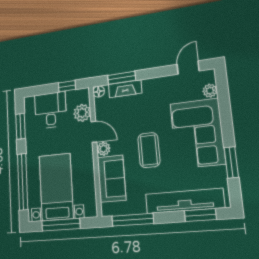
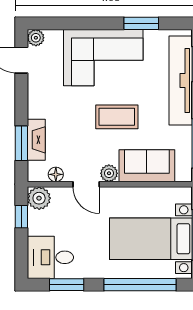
plant: (210, 91) -> (36, 38), moved
floor lamp: (99, 92) -> (56, 174), moved
desk: (50, 110) -> (50, 257), moved
plant: (82, 113) -> (39, 198), moved
door: (94, 132) -> (86, 184), swing flipped

